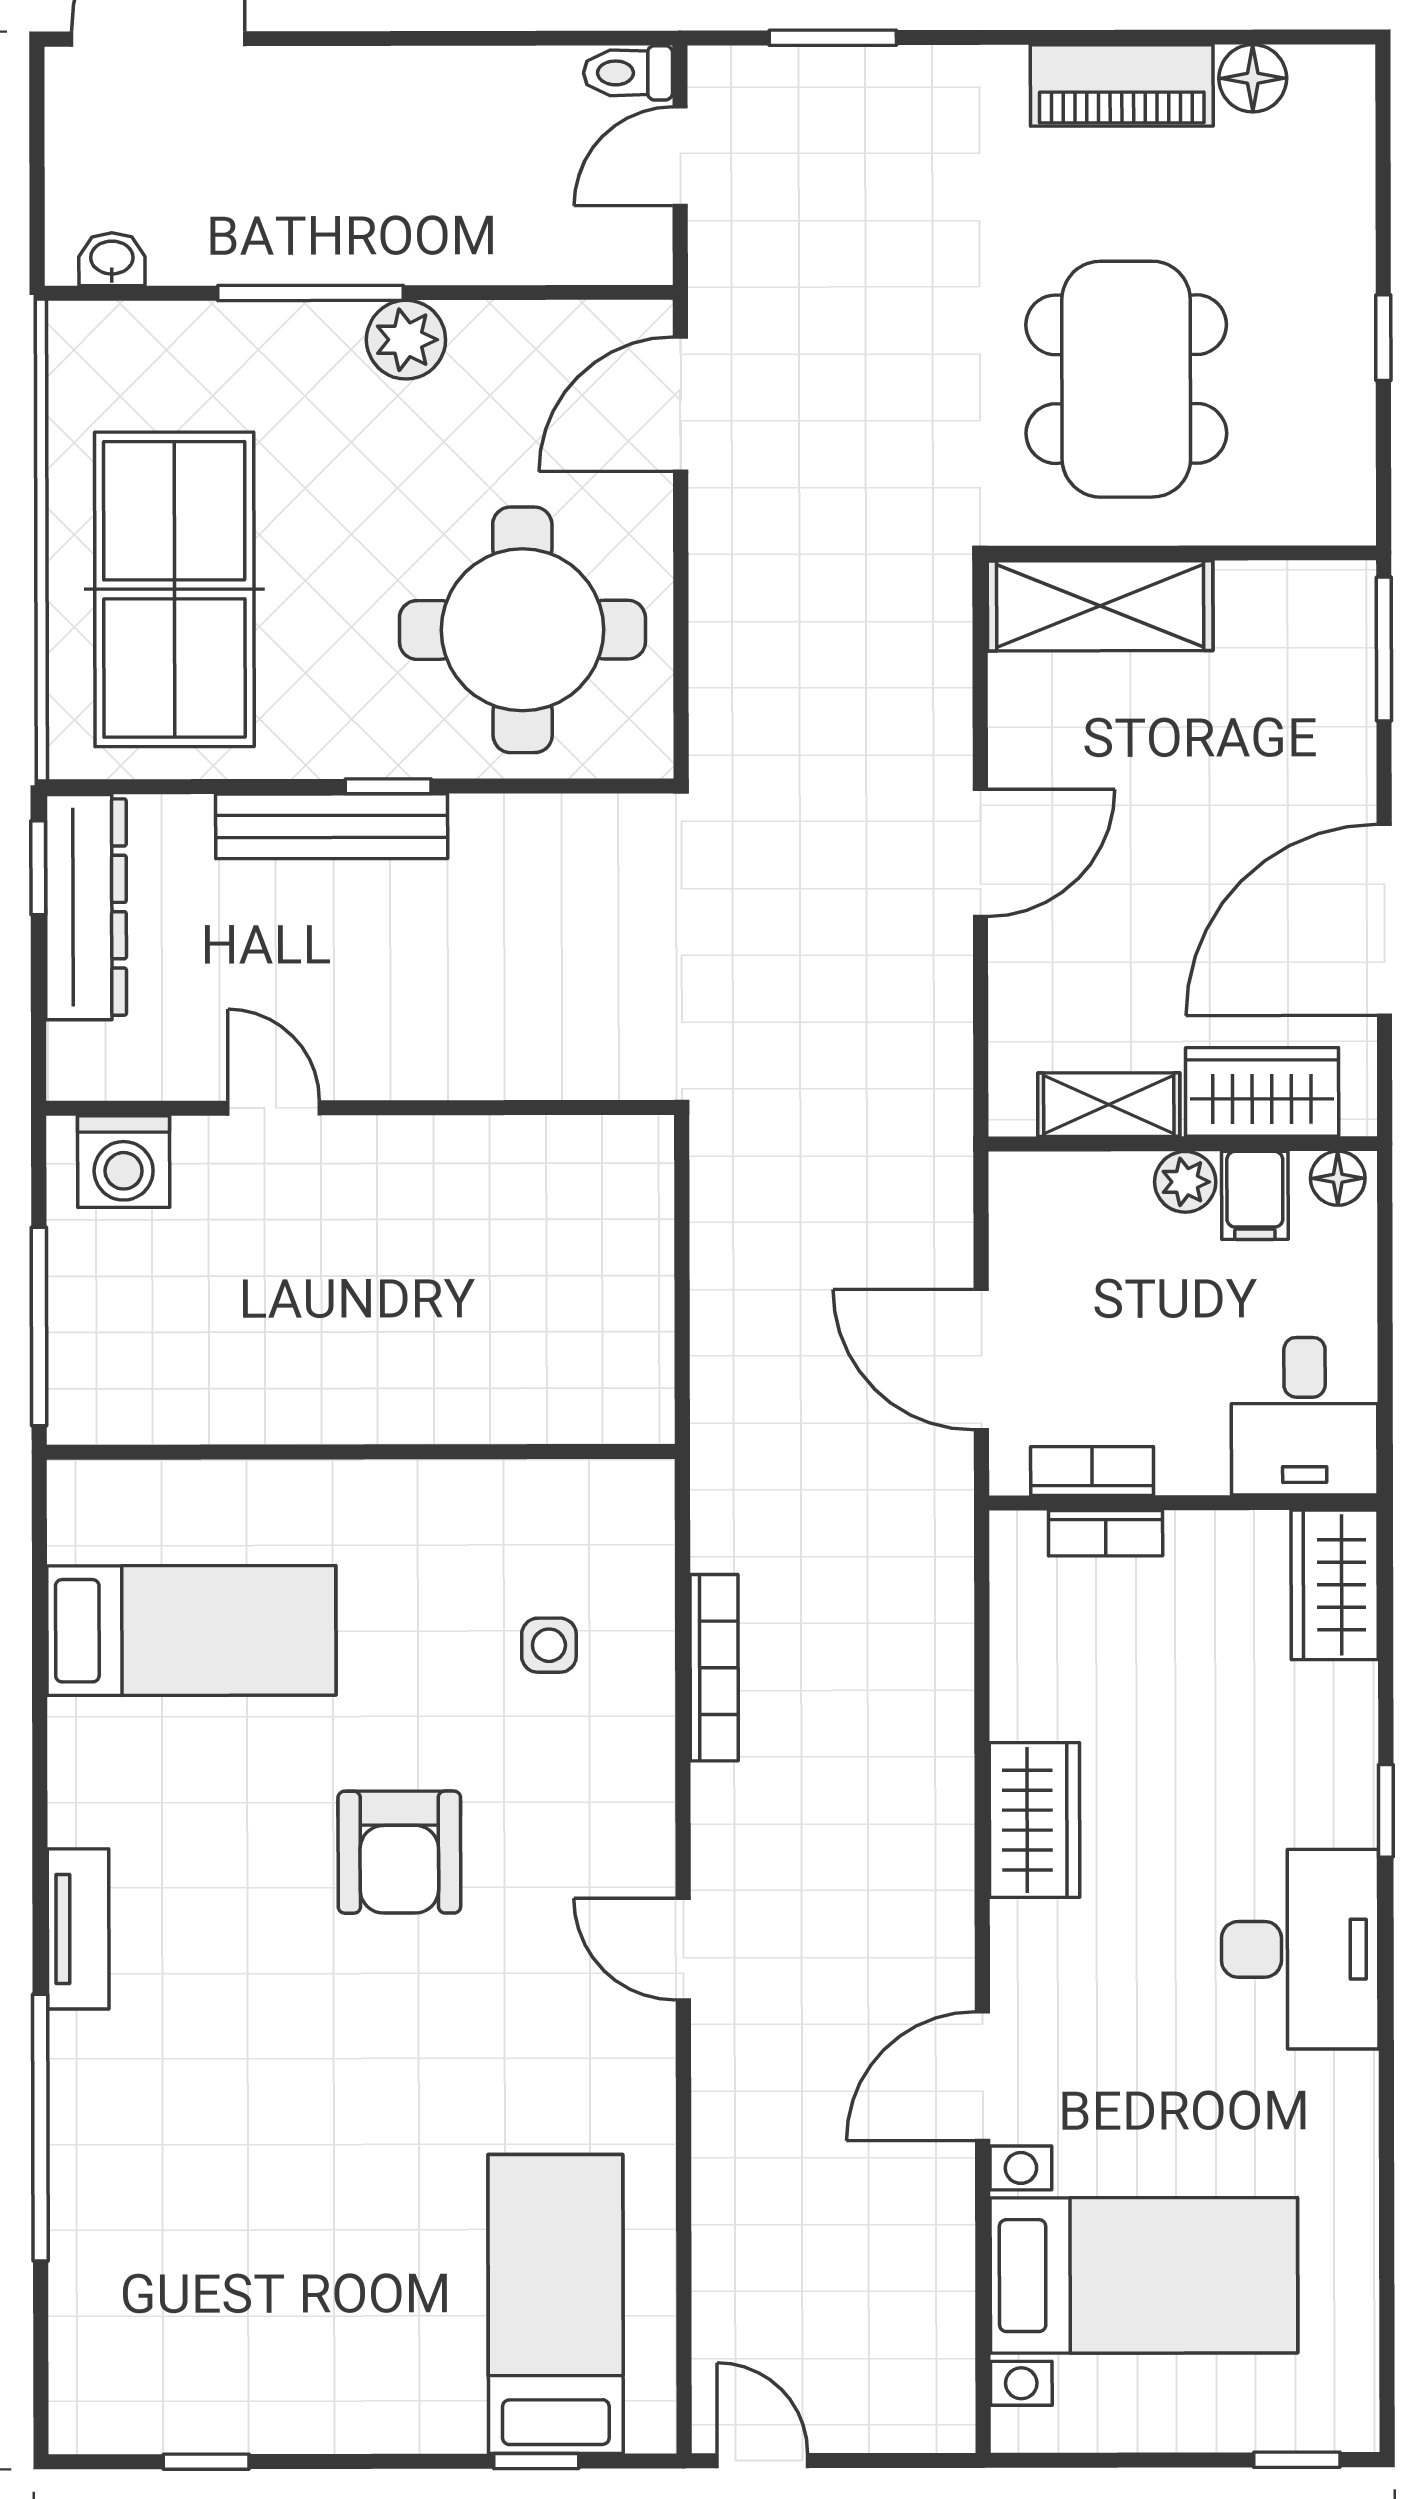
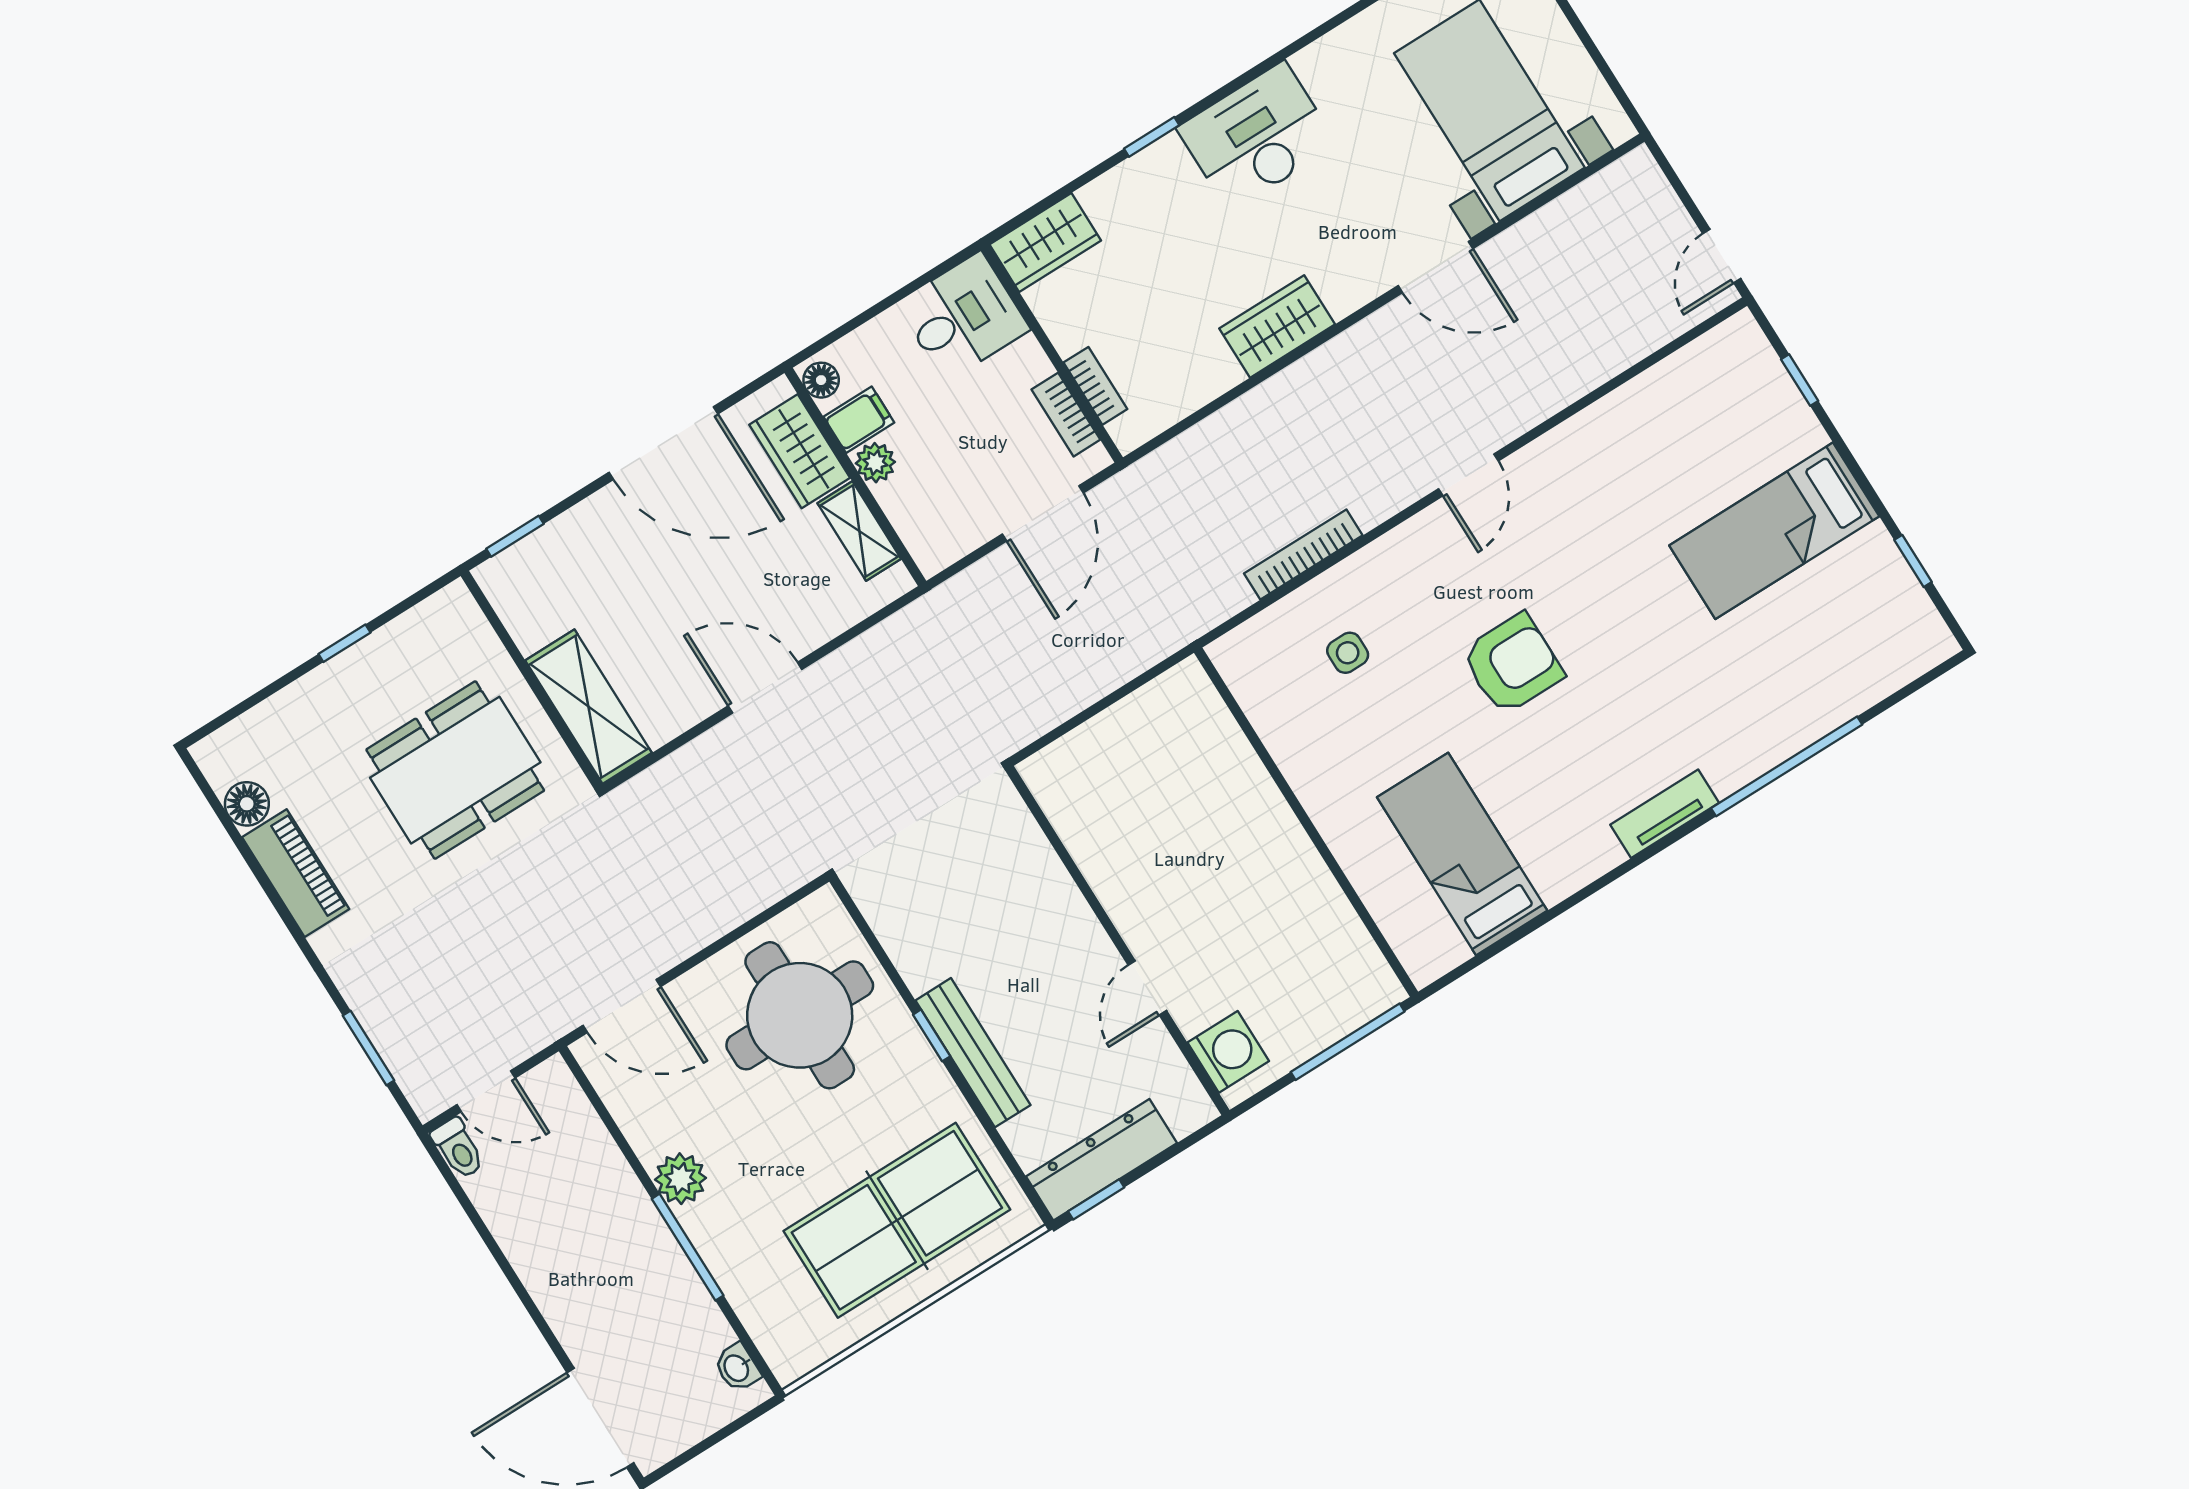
window: (1384, 649) -> (515, 536), width x0.67
bed: (556, 2304) -> (1774, 531), moved

